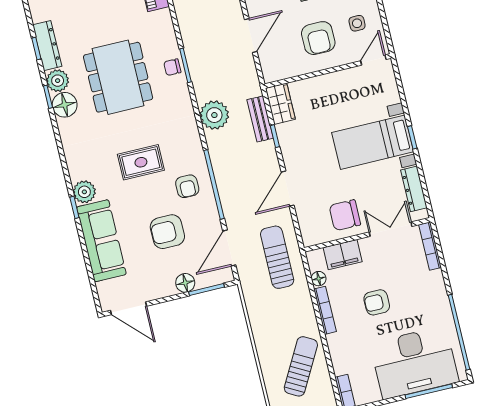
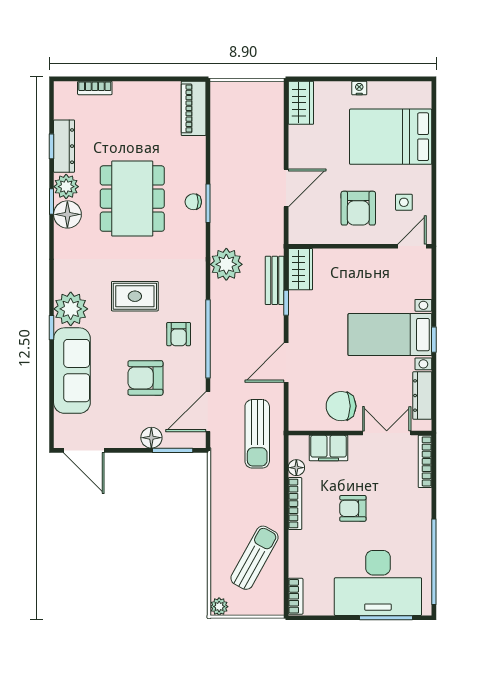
plant: (84, 192) -> (71, 309), width x1.36, depth x1.36
sun lounger: (277, 257) -> (257, 434), turned 180

